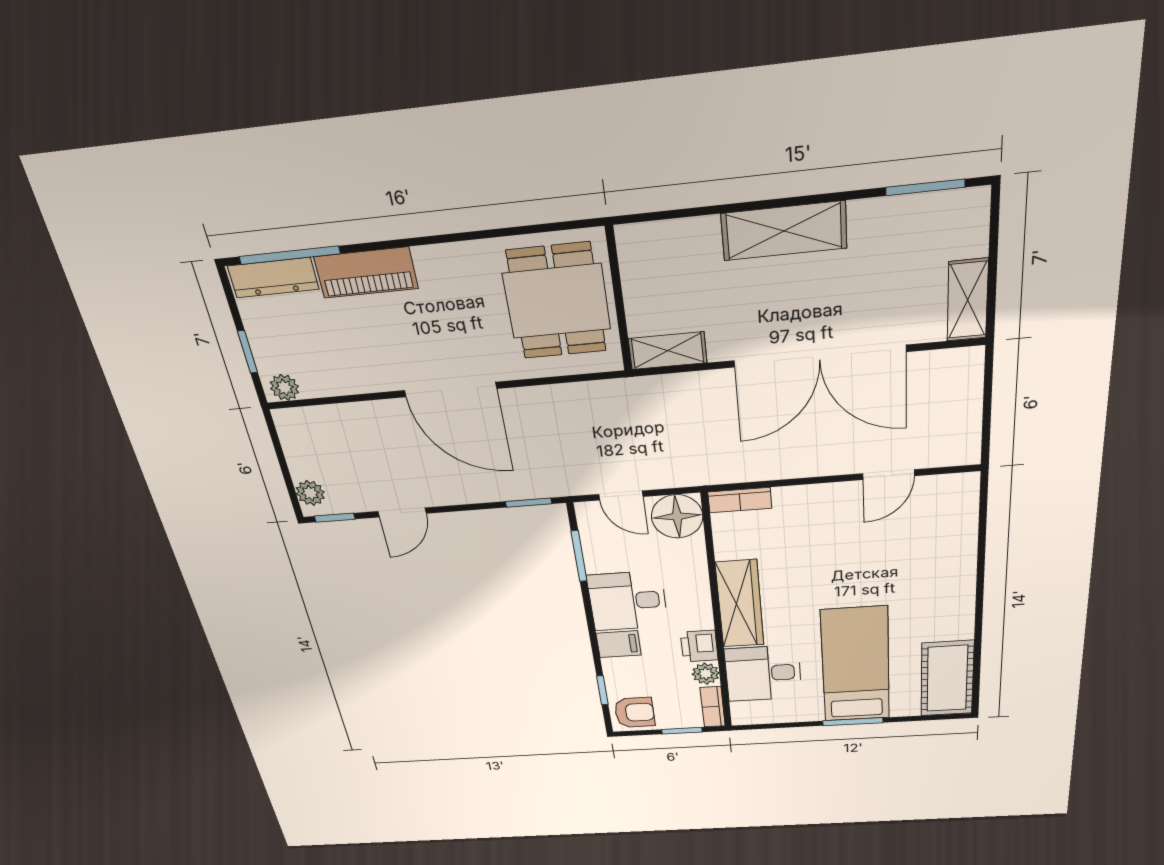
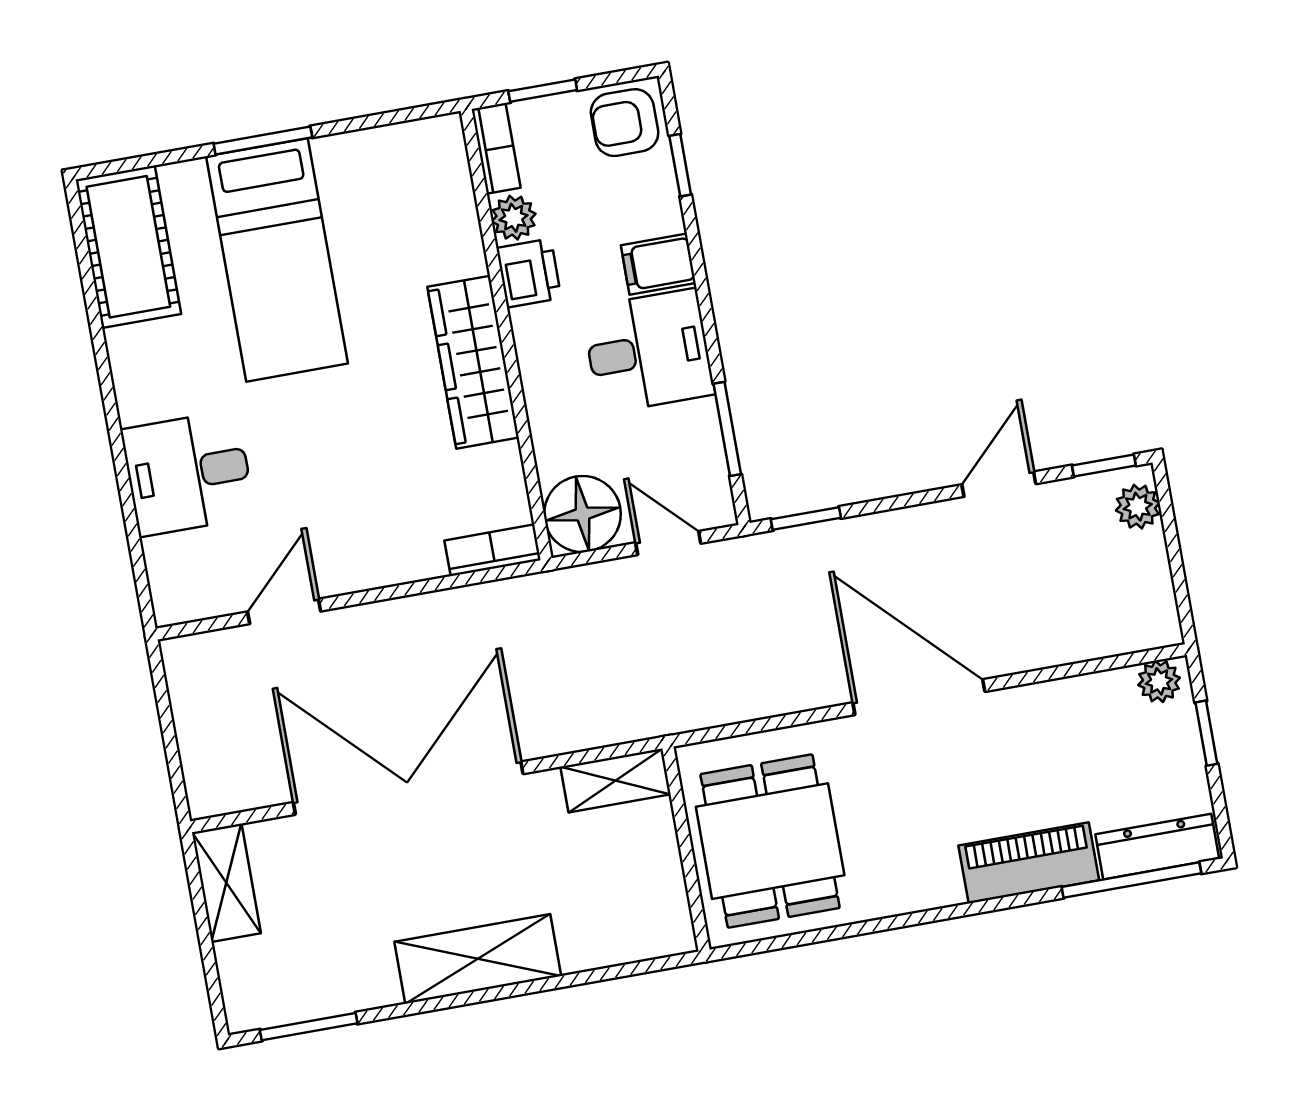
desk: (763, 673) -> (188, 473), moved, turned 180

